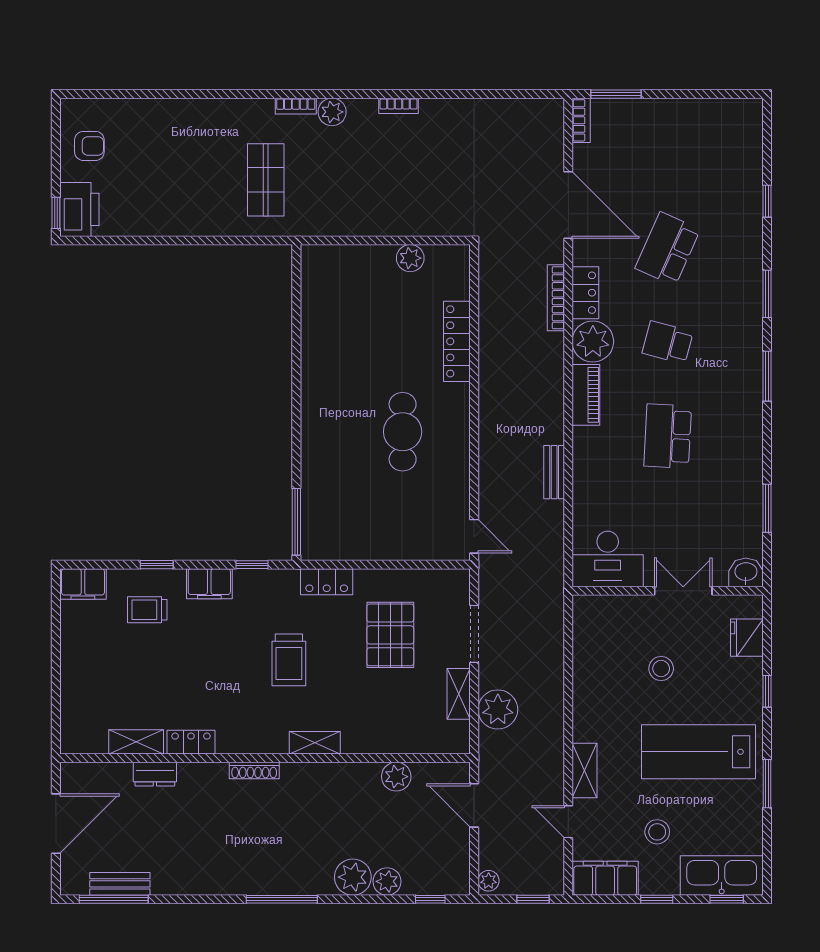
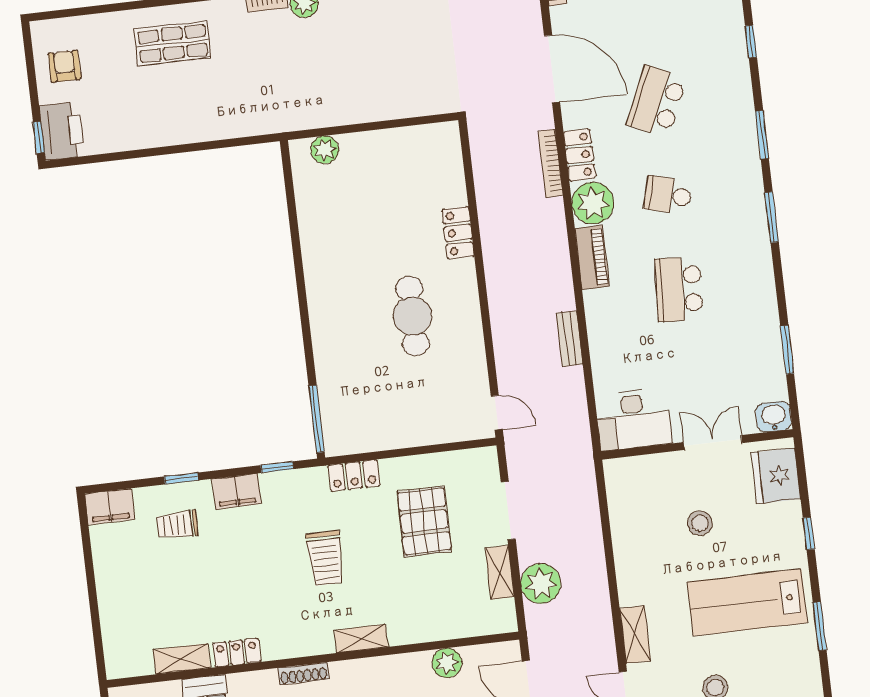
armchair: (89, 146) -> (65, 66), turned -90
shop shelf: (266, 180) -> (173, 43), moved, turned 90
plant: (410, 258) -> (325, 150), moved
locker: (457, 341) -> (458, 233), width x0.66
fridge: (747, 638) -> (776, 476), width x1.36, depth x1.34

